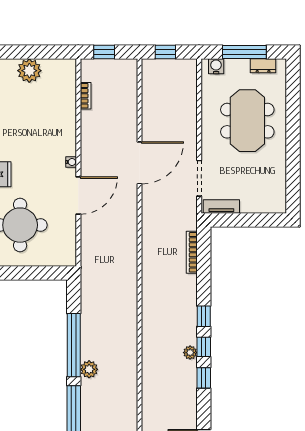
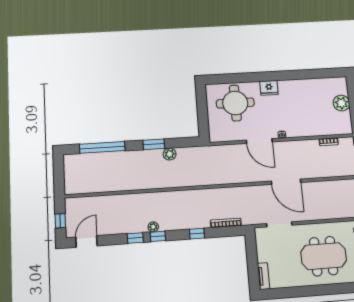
tv unit: (221, 207) -> (263, 276), moved
window: (204, 316) -> (197, 234), moved
window: (74, 345) -> (154, 144), width x0.47
plant: (89, 369) -> (170, 154), moved

